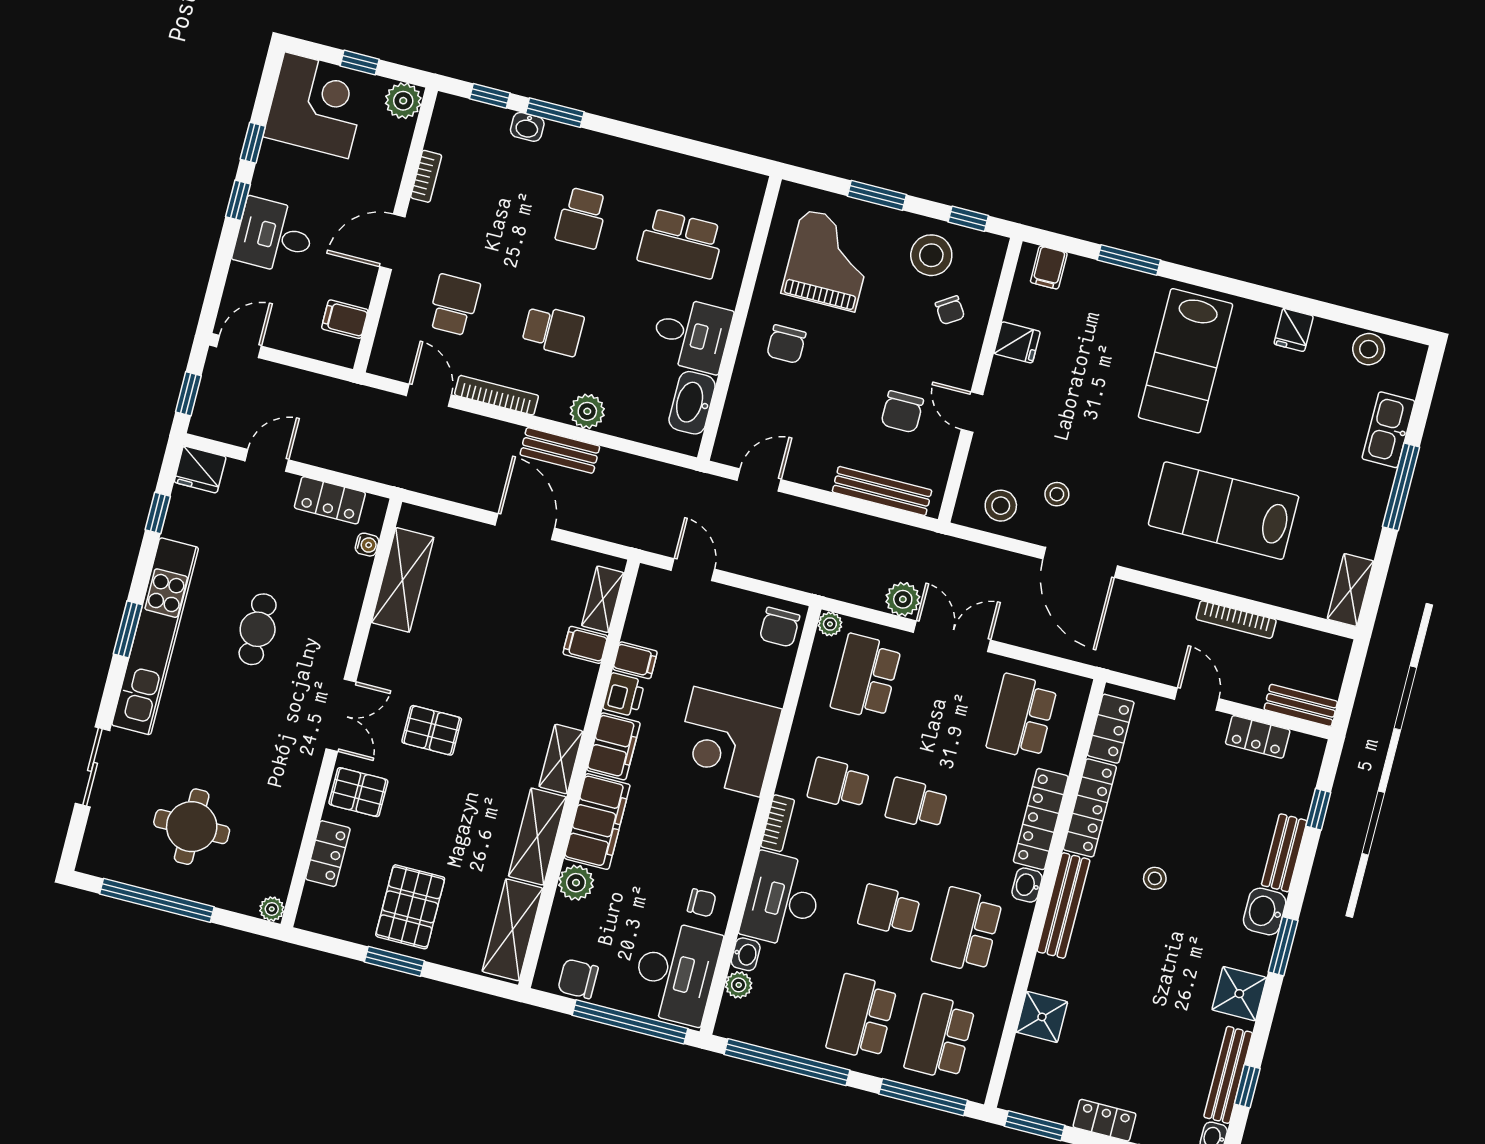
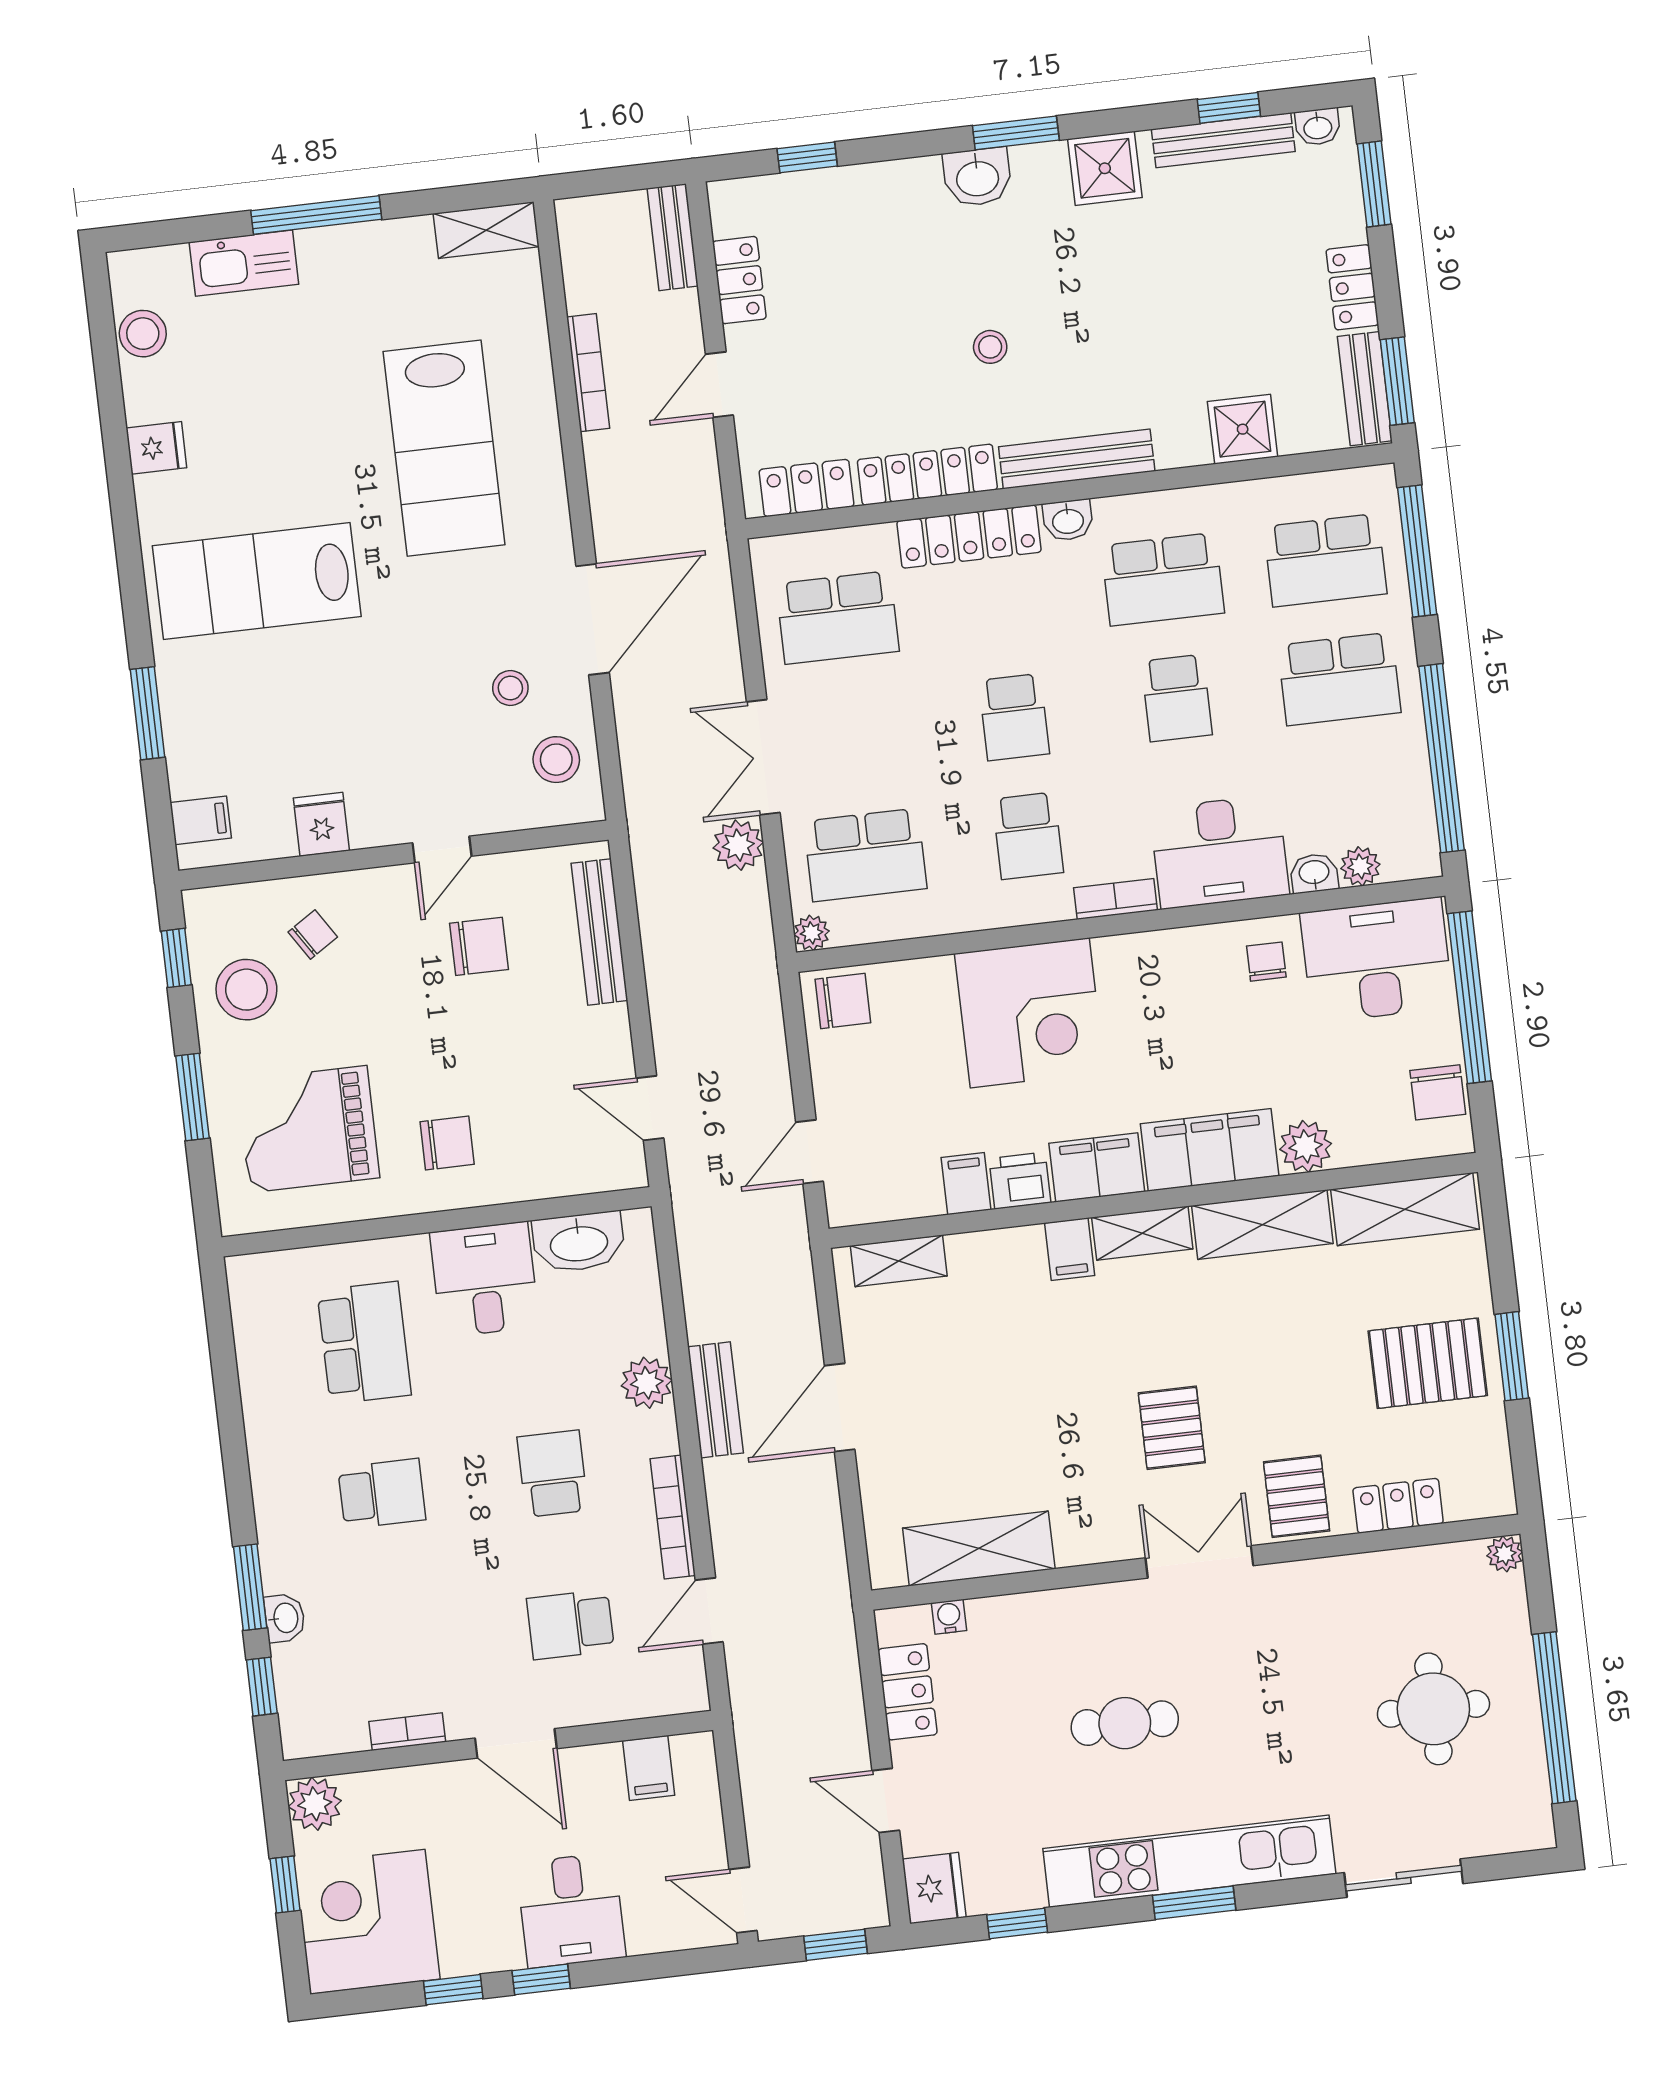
lab bench: (1186, 361) -> (257, 581), turned 180
filing cabinet: (585, 645) -> (1070, 1249), moved
bench: (1284, 853) -> (1365, 389), moved, turned 90

